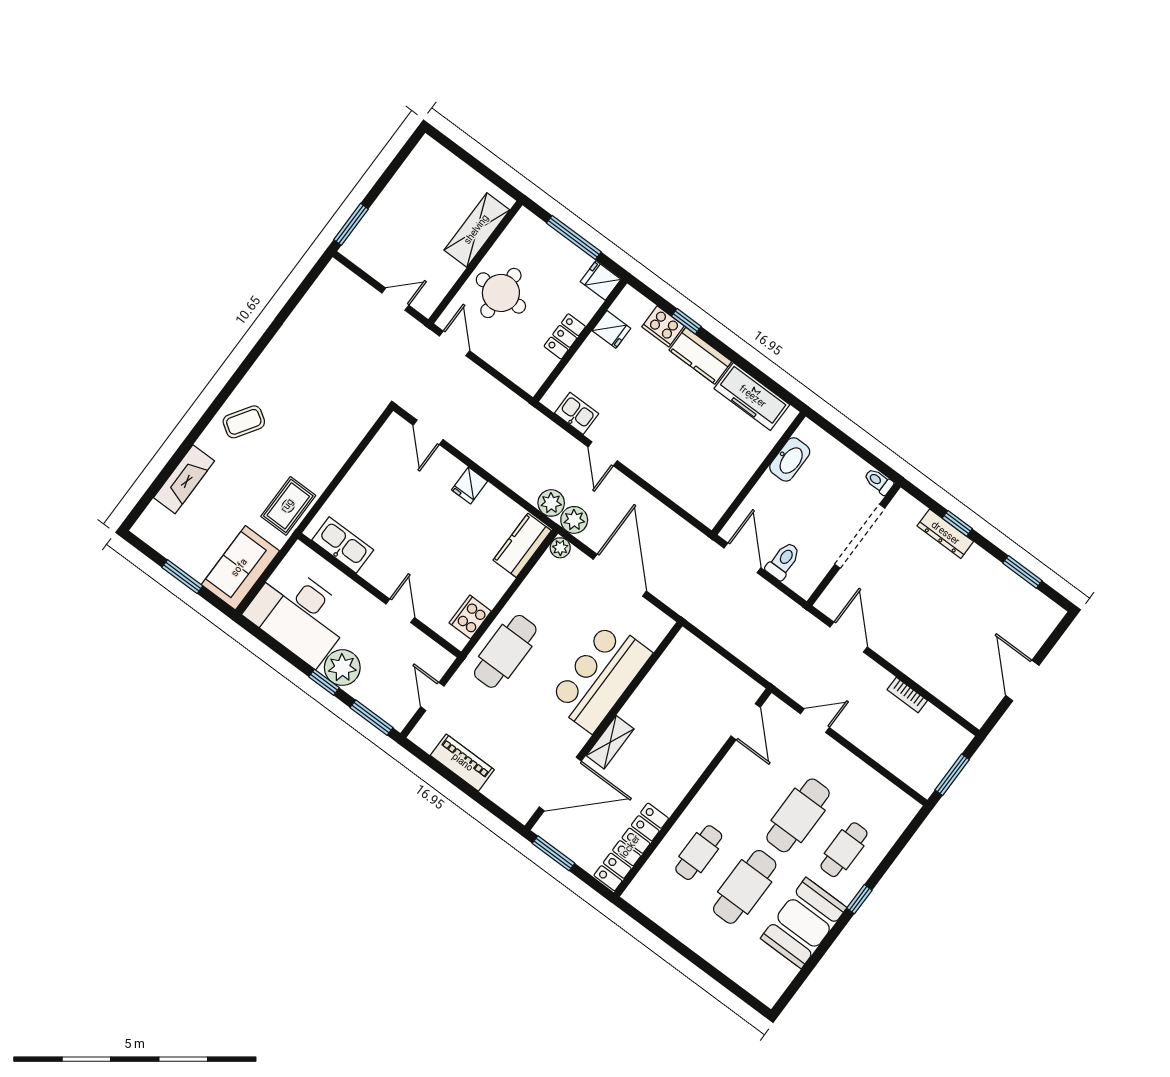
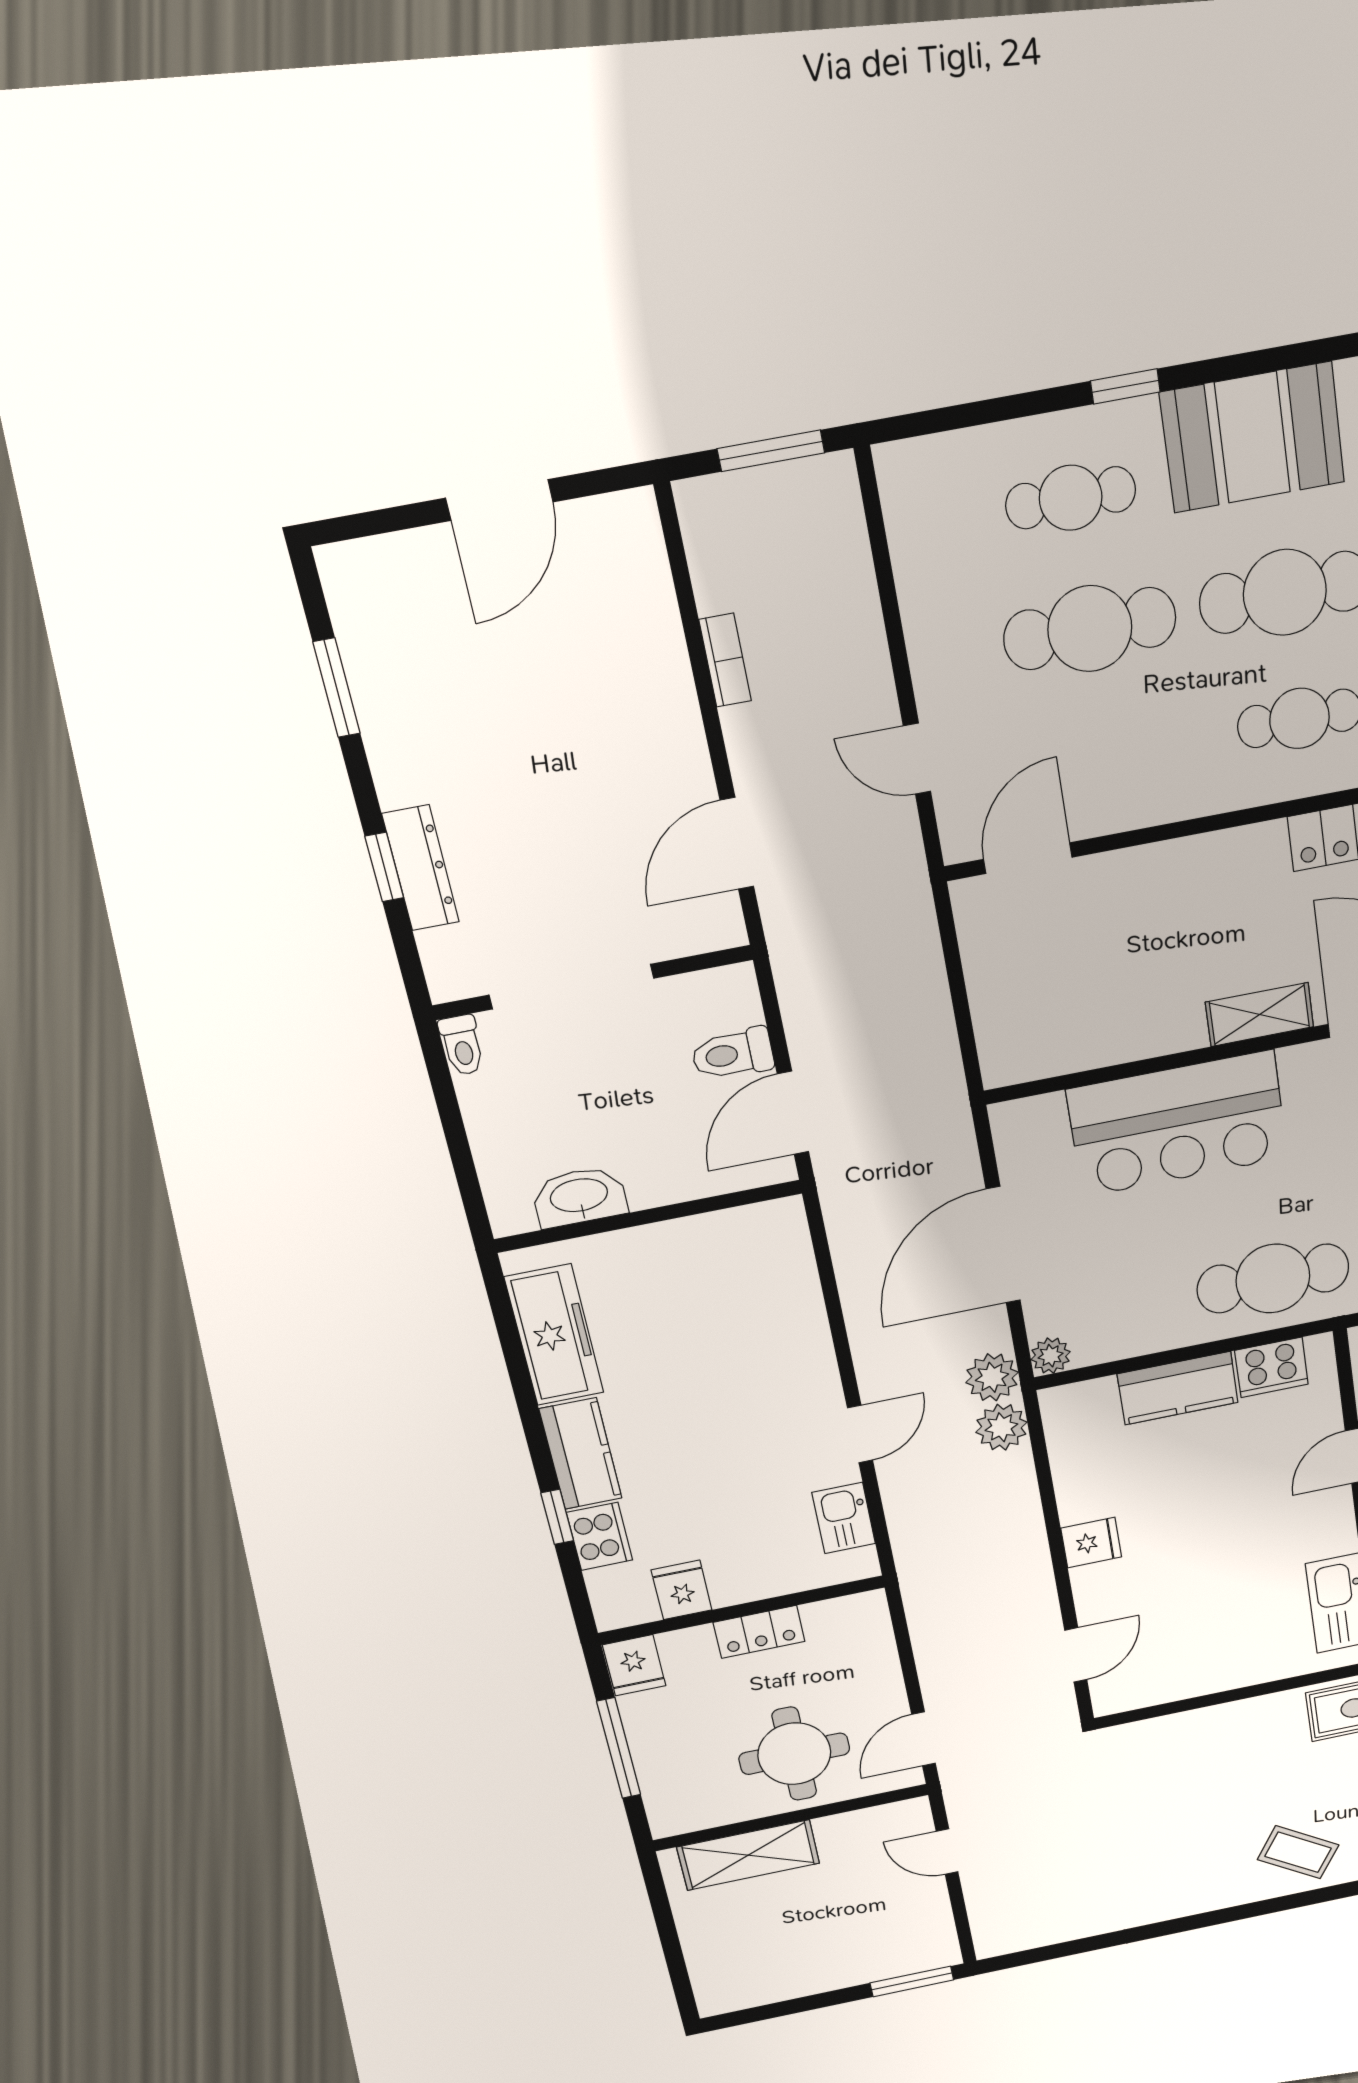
kitchen counter: (522, 545) -> (1178, 1388), moved

